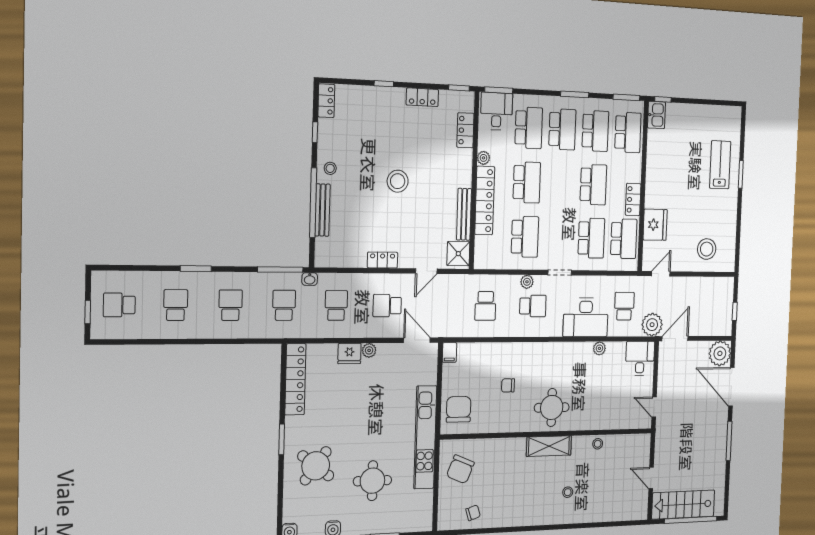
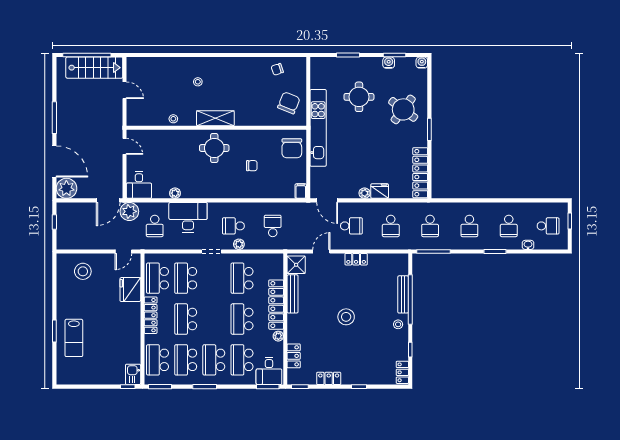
locker: (633, 199) -> (151, 315), width x1.53
washbasin: (310, 279) -> (528, 245), moved

